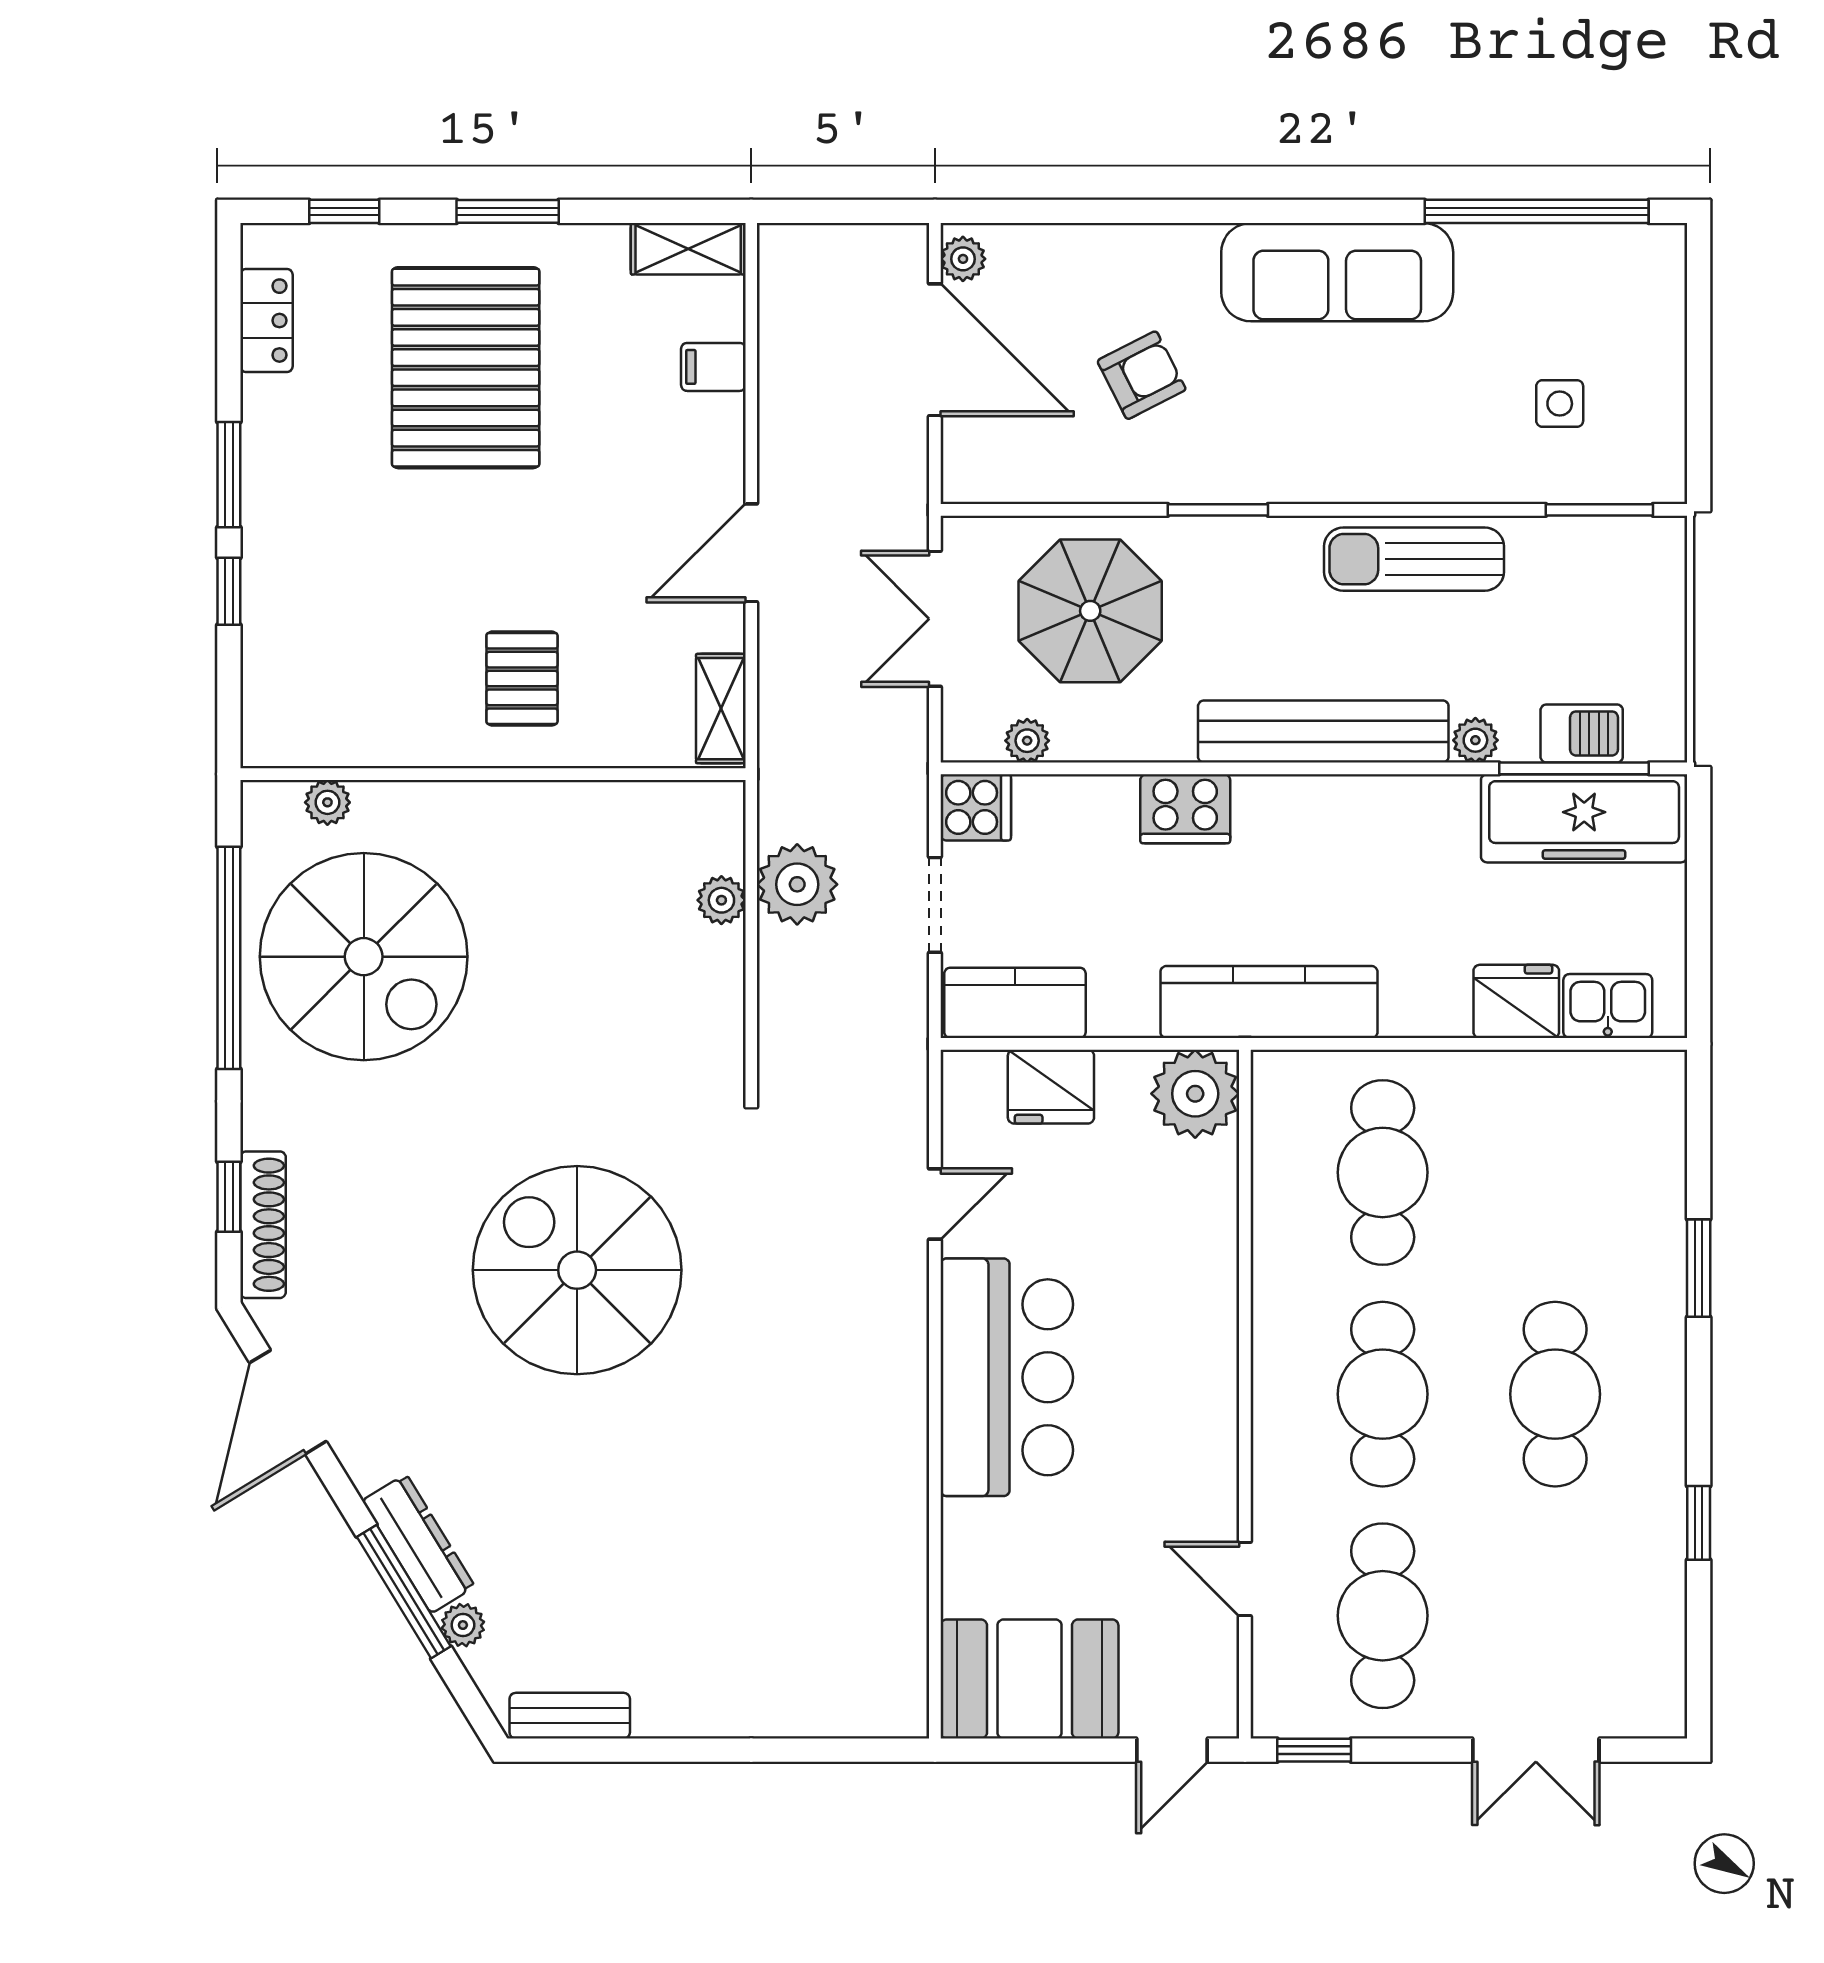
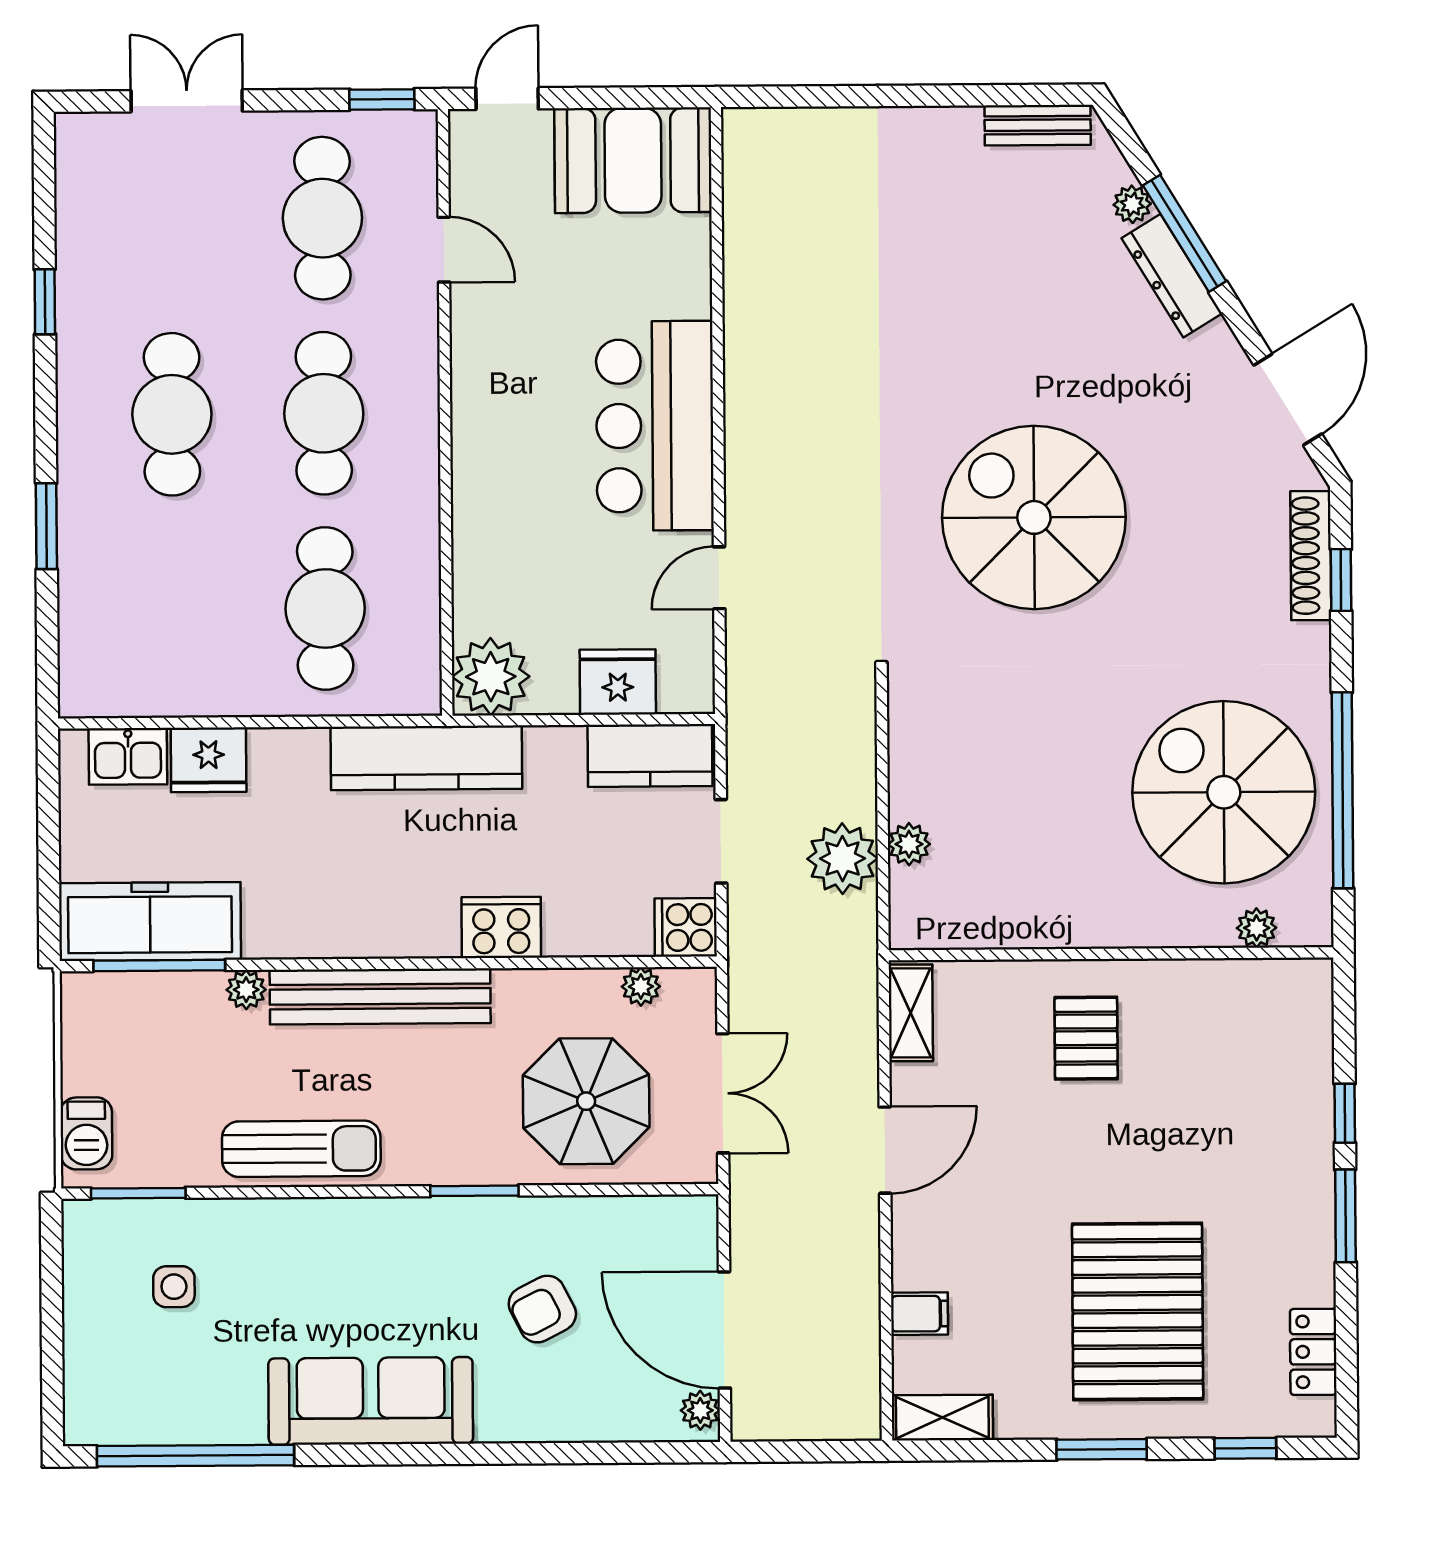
barbecue: (1582, 733) -> (86, 1133), moved, turned -90
spiral stairs: (577, 1270) -> (1034, 517), turned 180

